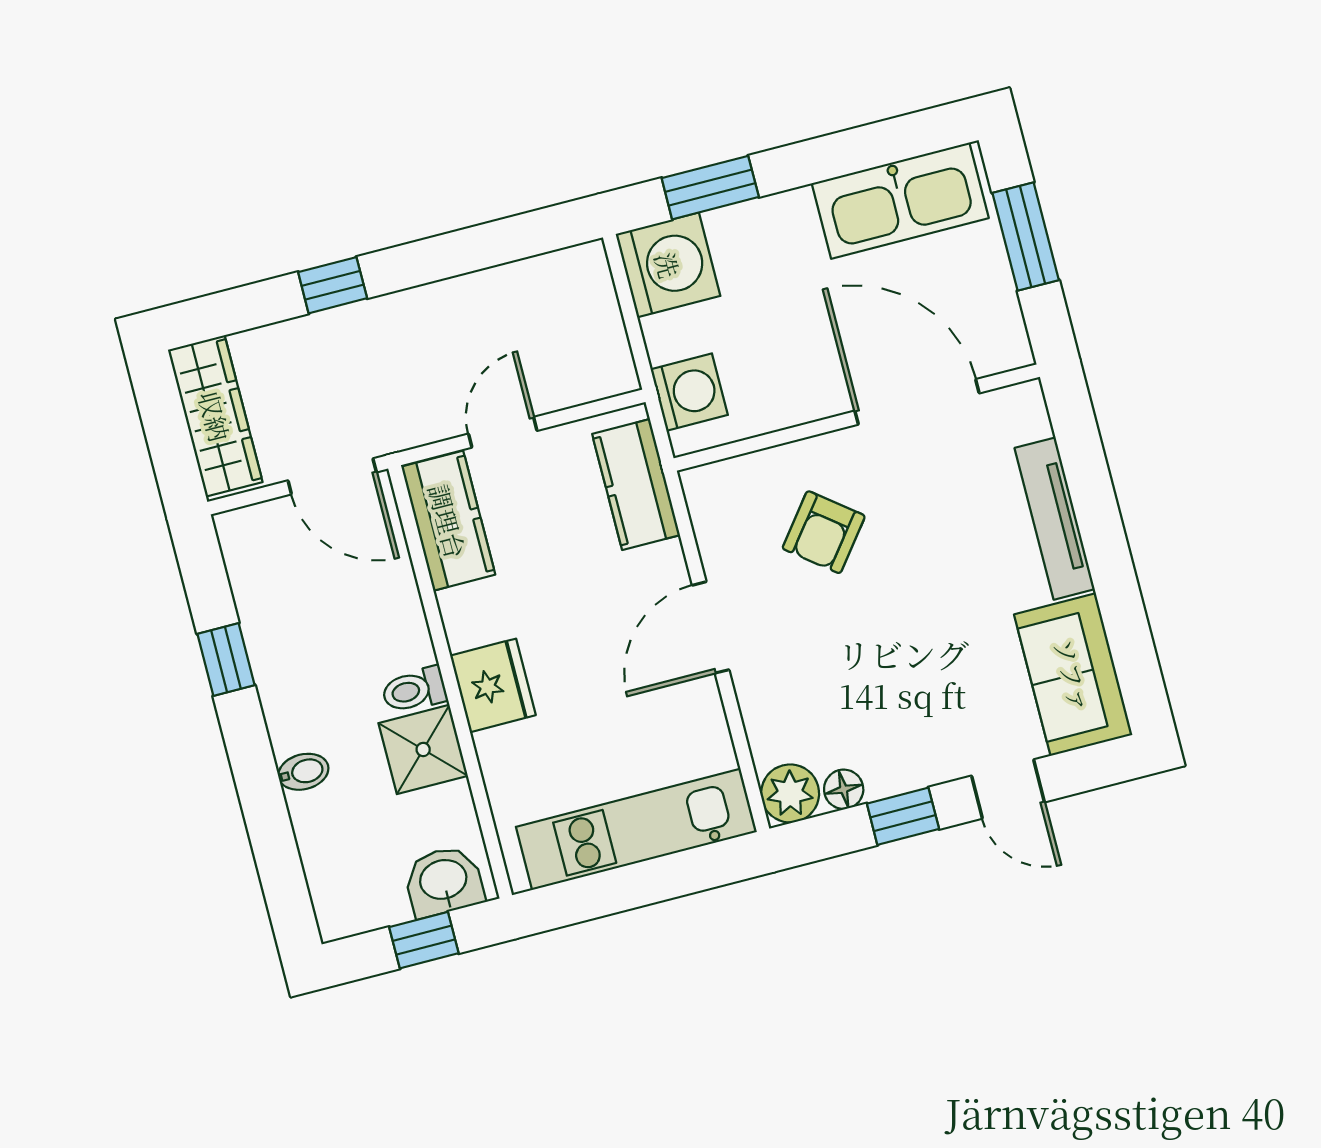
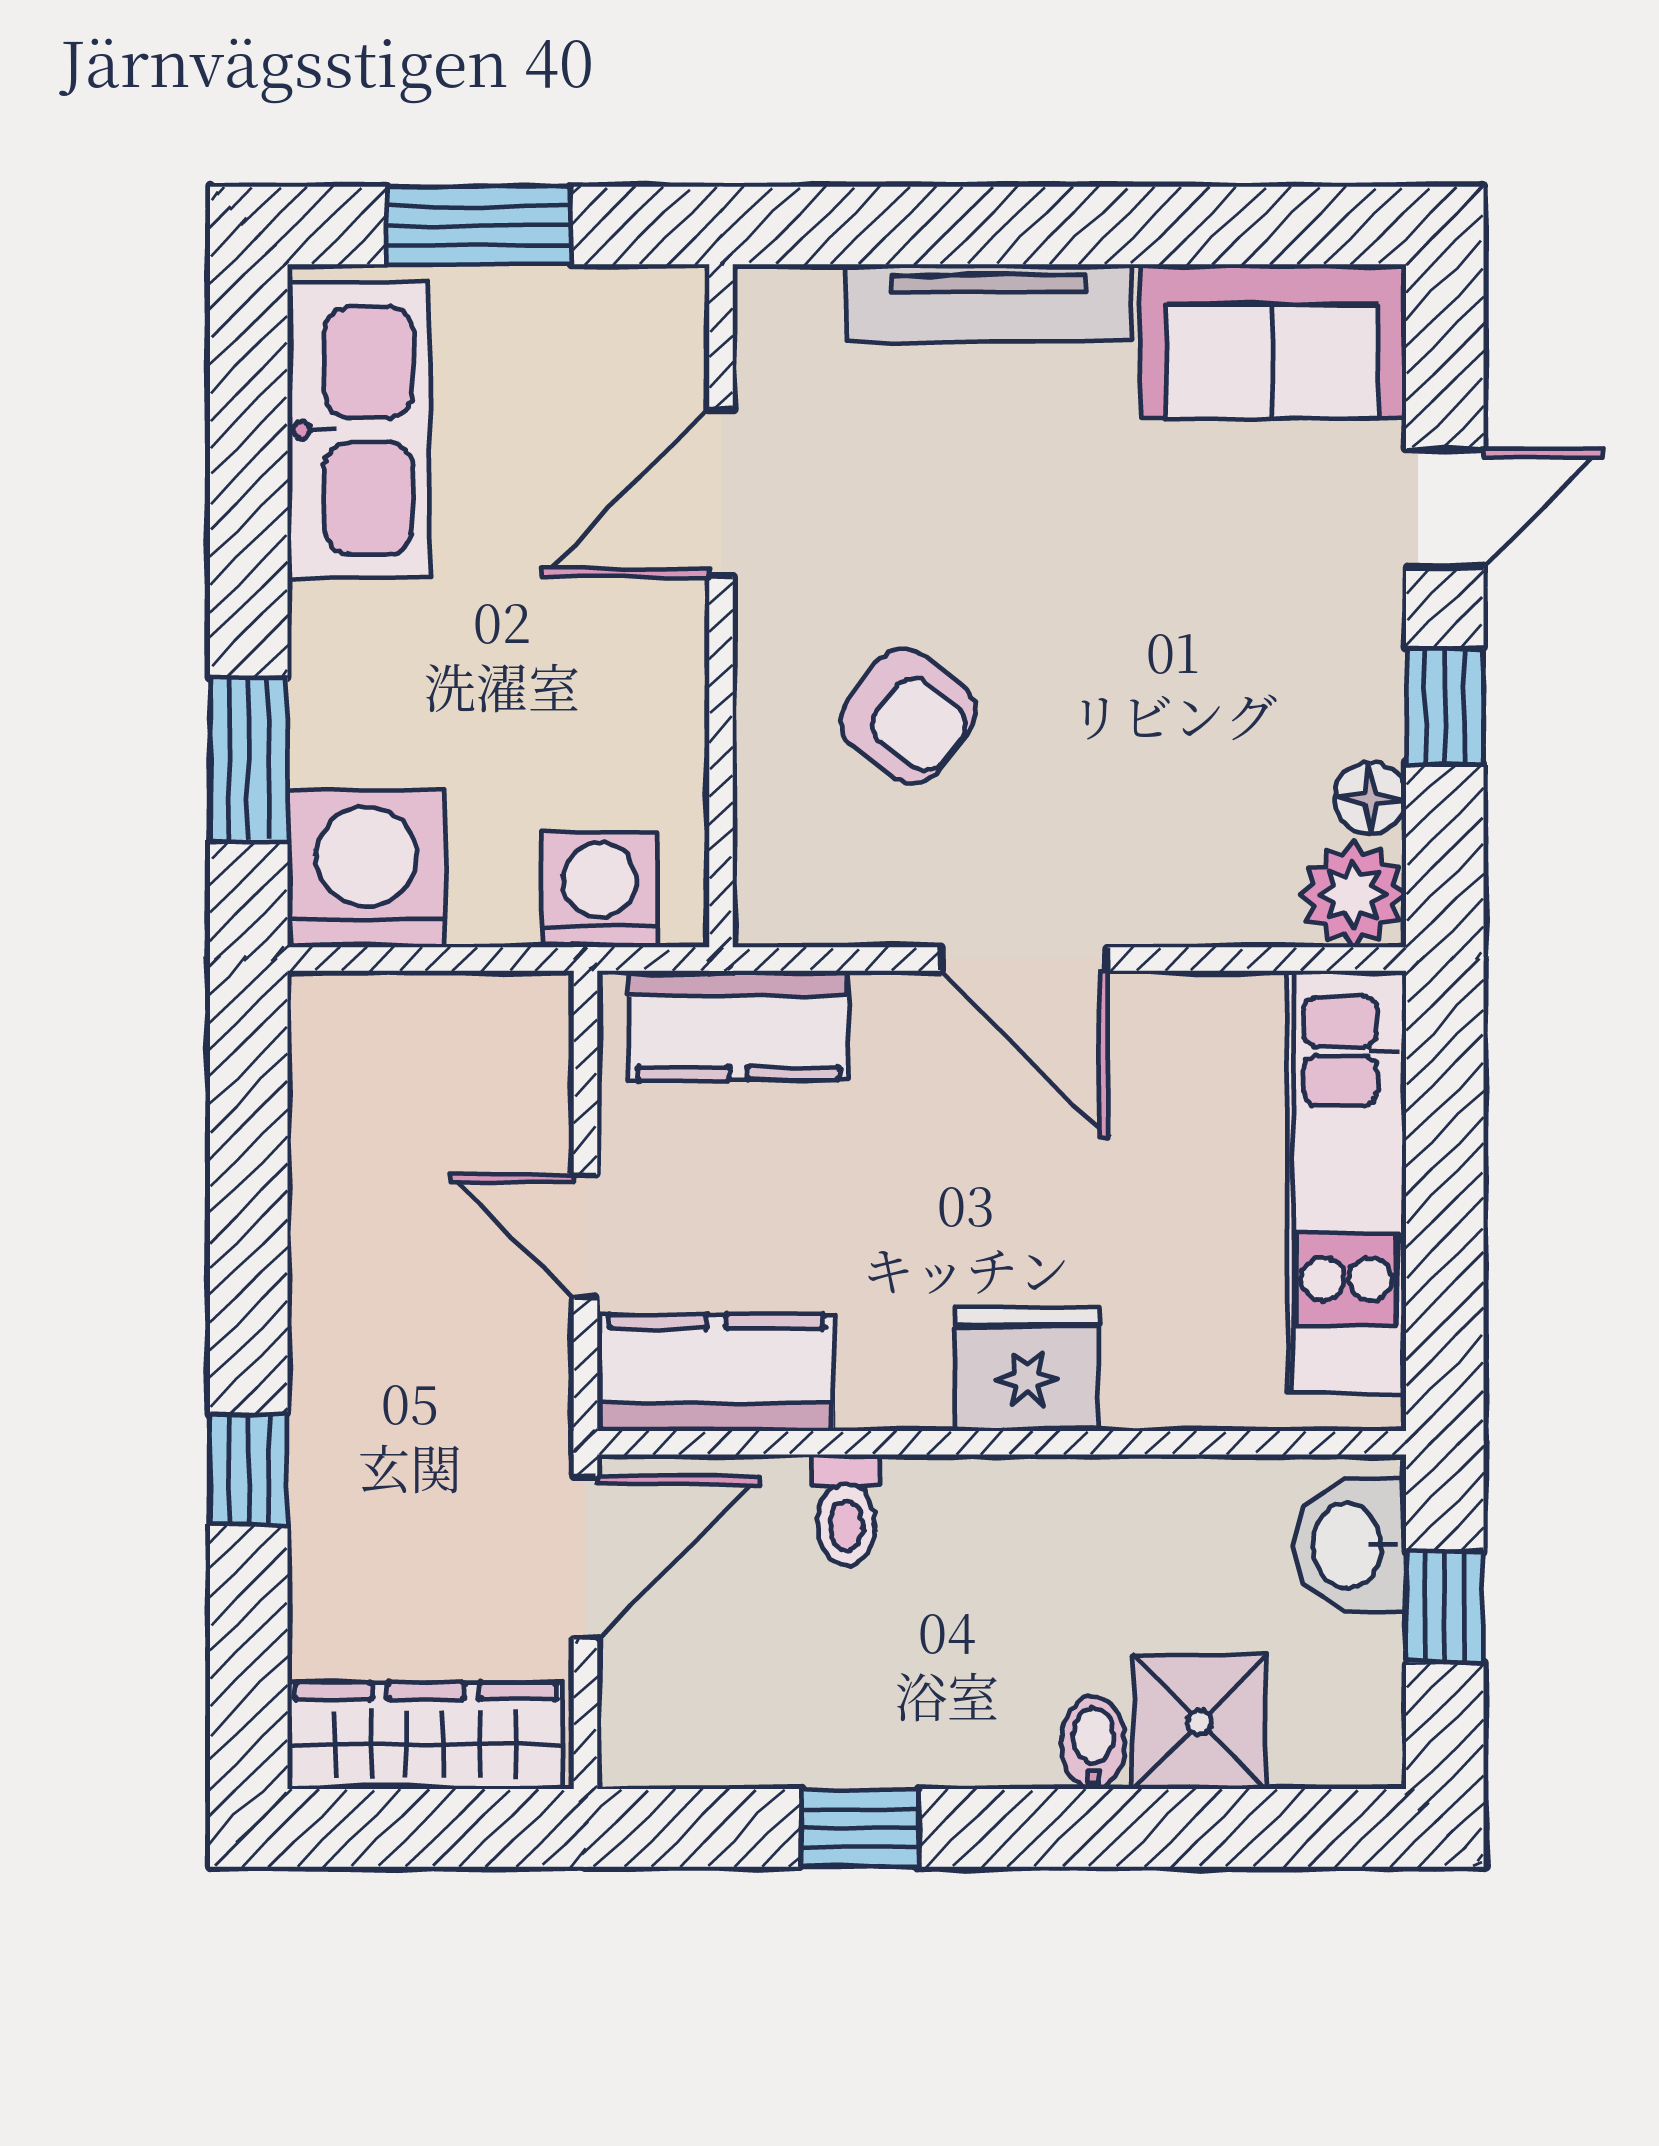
door: (917, 402) -> (721, 492), width x0.73
toilet: (414, 690) -> (846, 1510), moved
shower: (423, 749) -> (1199, 1722), moved

